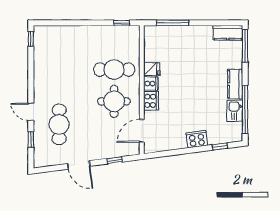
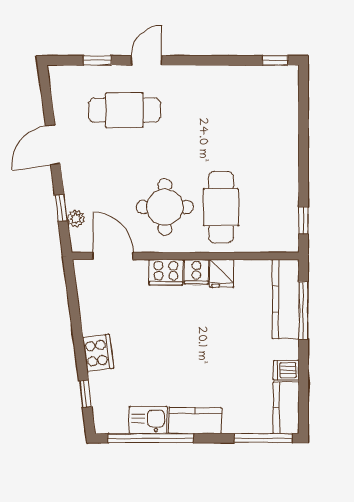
kitchen counter: (166, 33) -> (286, 299), added
dishwasher: (207, 33) -> (286, 370), added
plant: (121, 152) -> (76, 219), added

